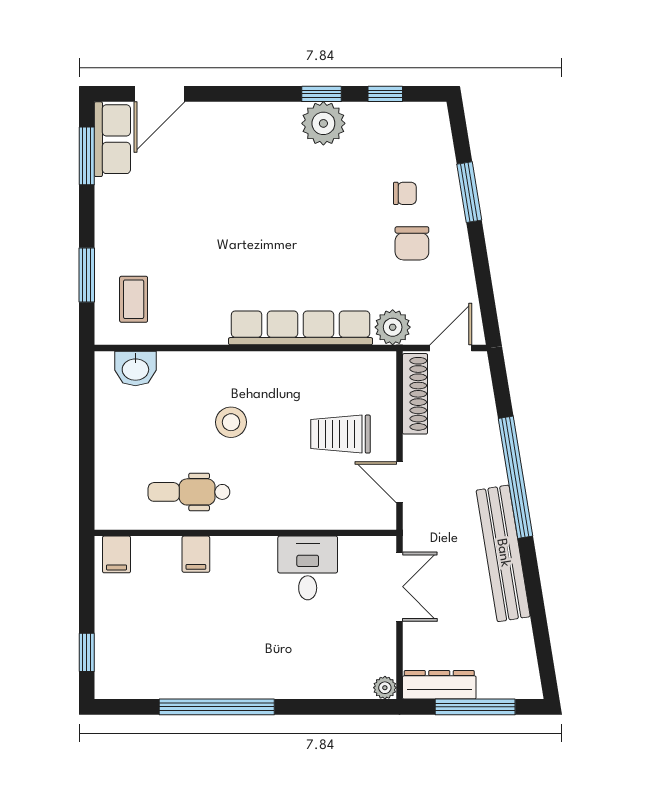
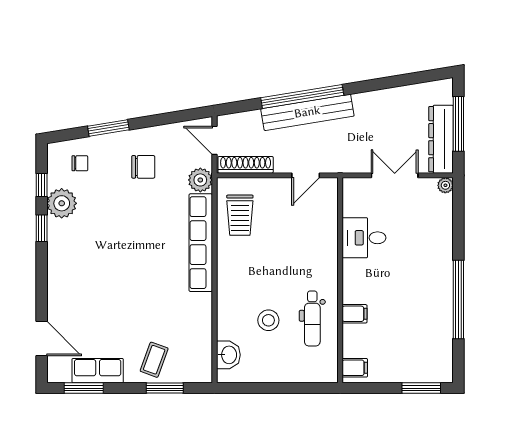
plant: (323, 123) -> (62, 203), moved
row of seats: (112, 139) -> (98, 371), moved
chair: (405, 193) -> (80, 163), moved, turned 90
coffee table: (134, 299) -> (154, 360), moved, turned -70
stool: (231, 422) -> (268, 320), moved
trolley: (340, 434) -> (240, 215), moved
bench: (503, 553) -> (307, 112), moved
double door: (399, 587) -> (395, 175), moved
window: (87, 652) -> (421, 388), width x1.50
dresser: (439, 685) -> (441, 139), width x1.37, depth x1.24

